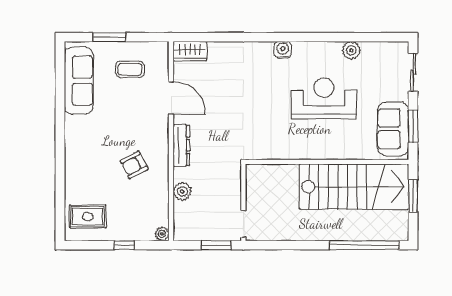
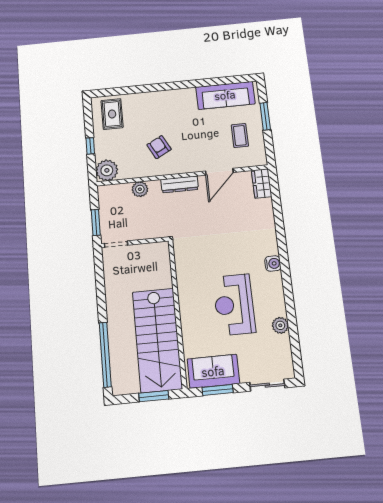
reception desk: (324, 98) -> (234, 305), turned 180
plant: (162, 234) -> (107, 170), width x1.88, depth x1.88

